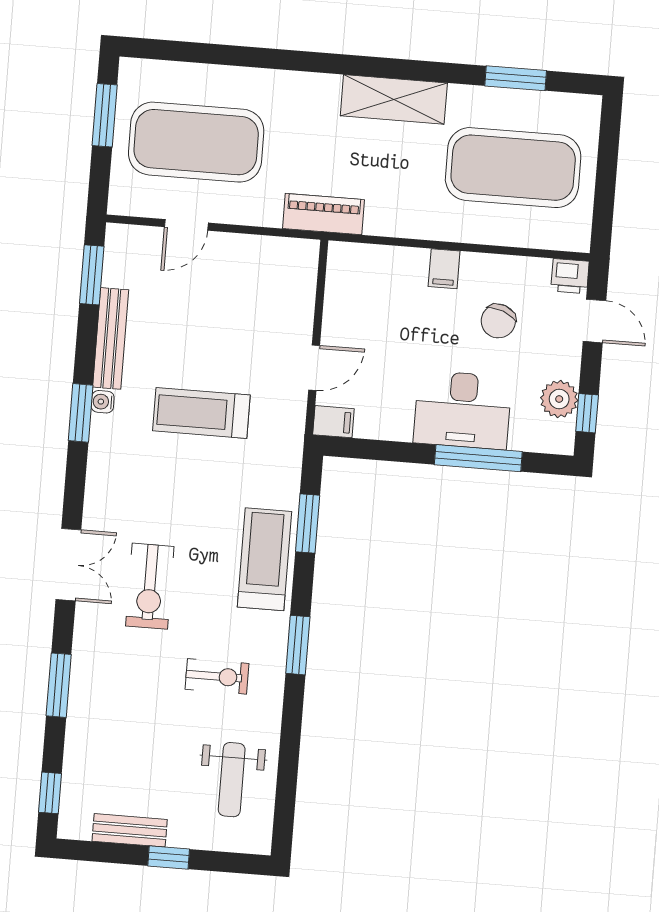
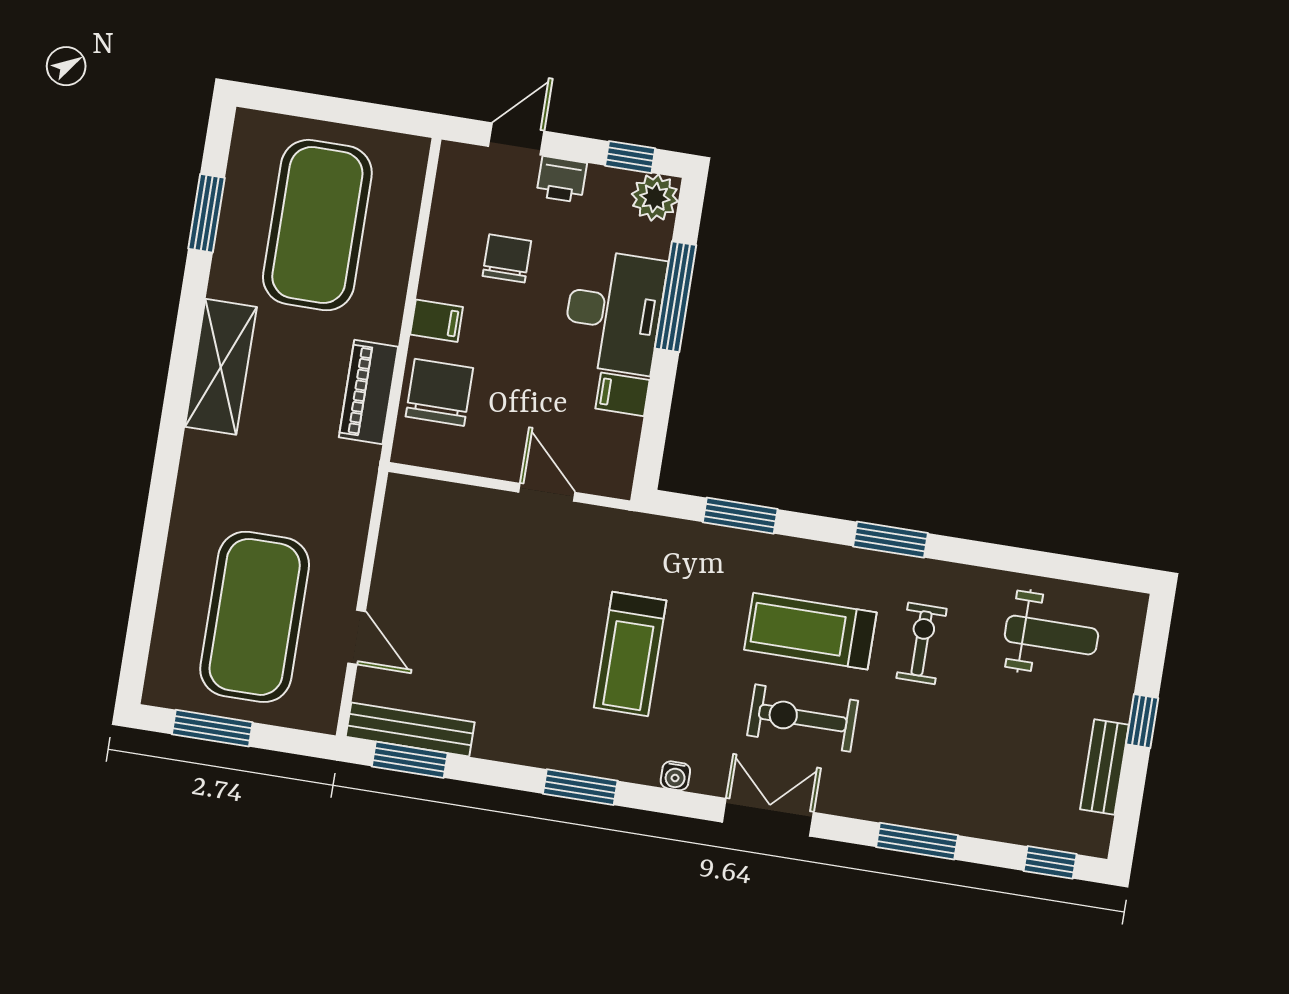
piano: (324, 214) -> (368, 392), moved
chair: (387, 276) -> (439, 392), added
printer: (570, 276) -> (562, 179), moved, turned 90
chair: (498, 321) -> (507, 258), turned -111
bench: (111, 338) -> (410, 730), moved
plant: (559, 399) -> (655, 198), moved
water cooler: (103, 402) -> (675, 776), moved
treadmill: (201, 413) -> (630, 654), moved
filing cabinet: (333, 422) -> (622, 394), moved, turned -90
treadmill: (264, 559) -> (810, 631), moved
exercise bike: (150, 586) -> (803, 718), turned 180

